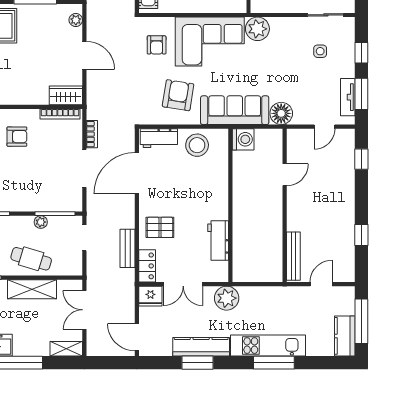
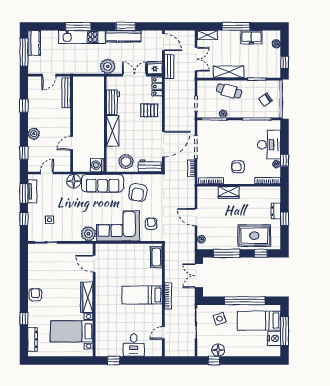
wardrobe: (66, 95) -> (229, 192), moved
plant: (345, 190) -> (34, 134), added
shelving: (219, 194) -> (113, 131), added
bench: (128, 248) -> (169, 67), moved

